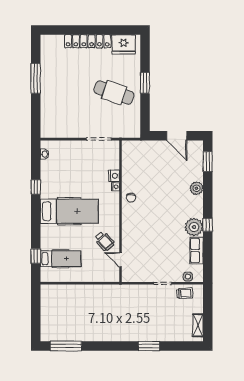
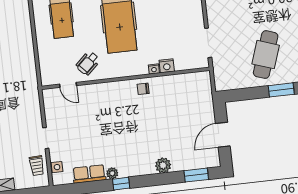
plant: (194, 227) -> (112, 173), width x0.53, depth x0.53
door: (121, 260) -> (68, 85), swing flipped

